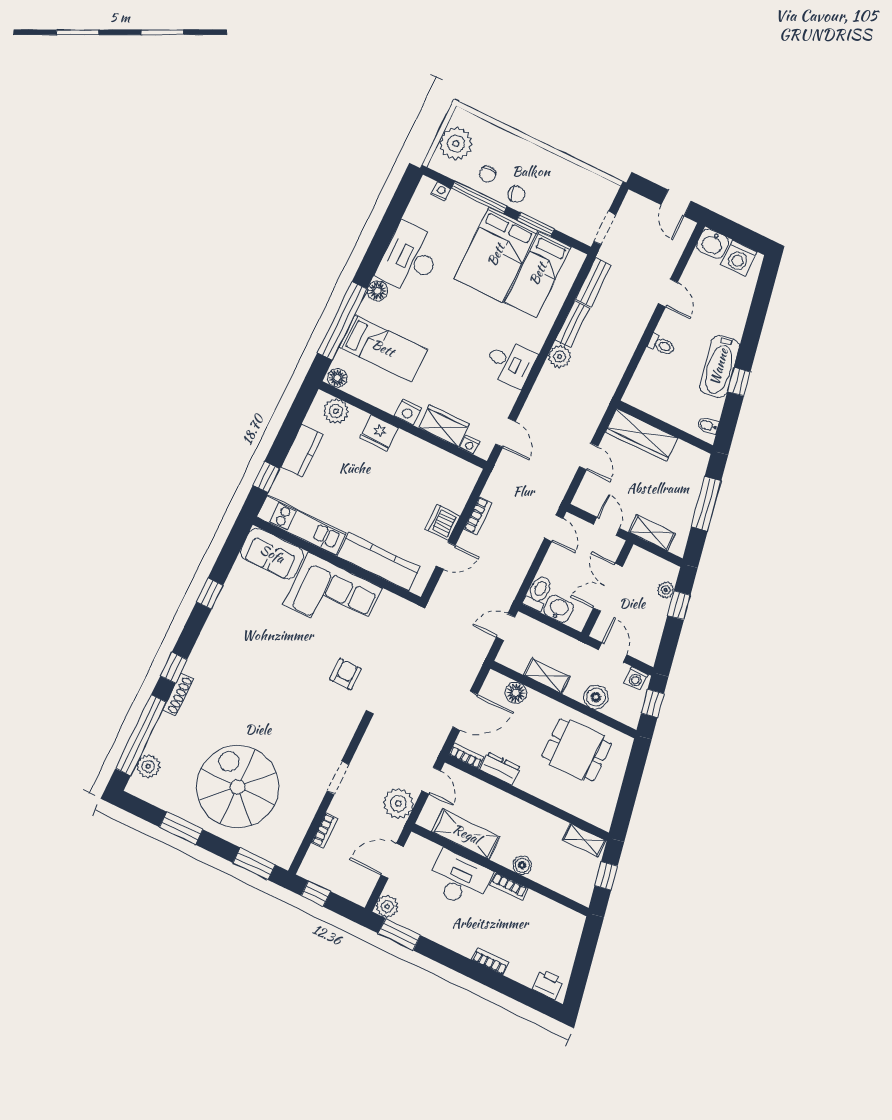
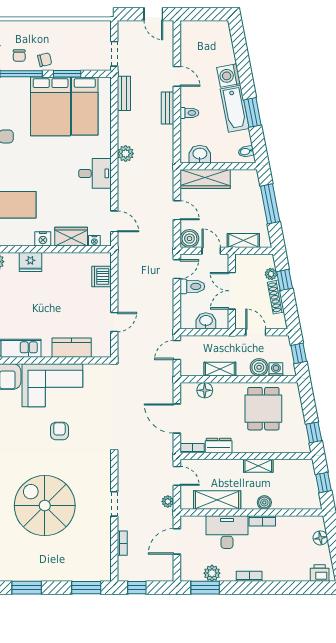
washbasin: (713, 244) -> (200, 154), moved, turned 180
washing machine: (739, 258) -> (229, 75), moved, turned 79
bench: (572, 324) -> (168, 108), moved
window: (739, 382) -> (252, 112), width x1.50
boiler: (587, 498) -> (189, 239), added
bookcase: (478, 516) -> (123, 285), removed
dishwasher: (443, 522) -> (101, 276), moved
door: (554, 528) -> (177, 269), hinge flipped
kitchen counter: (379, 562) -> (72, 348), width x0.67
toilet: (538, 593) -> (192, 286), moved, turned 90
shoe rack: (658, 621) -> (276, 297), added
armchair: (345, 674) -> (59, 431), moved
washing machine: (636, 679) -> (276, 369), moved, turned 180
door: (465, 711) -> (177, 419), swing flipped
dining table: (577, 750) -> (263, 409), turned 90
spiral stairs: (238, 787) -> (45, 506), moved
plant: (398, 804) -> (168, 501), width x0.53, depth x0.53
window: (624, 809) -> (314, 432), added
shelving: (584, 840) -> (258, 466), moved
plant: (387, 906) -> (212, 573), moved
floor lamp: (570, 942) -> (320, 538), added
bookcase: (490, 961) -> (249, 576), moved

